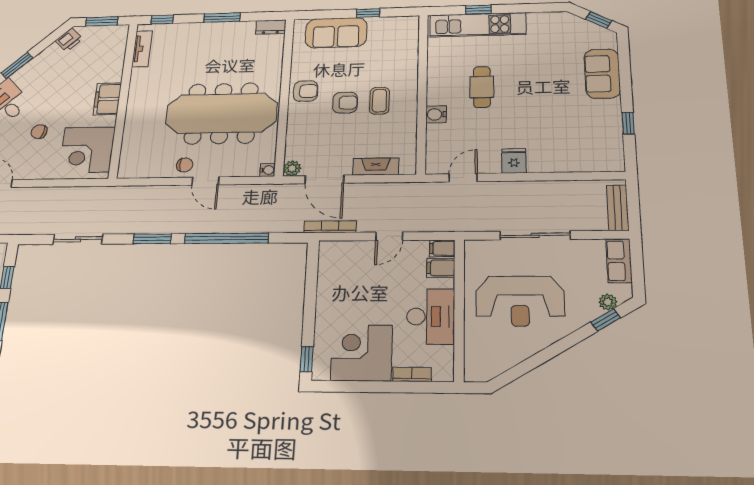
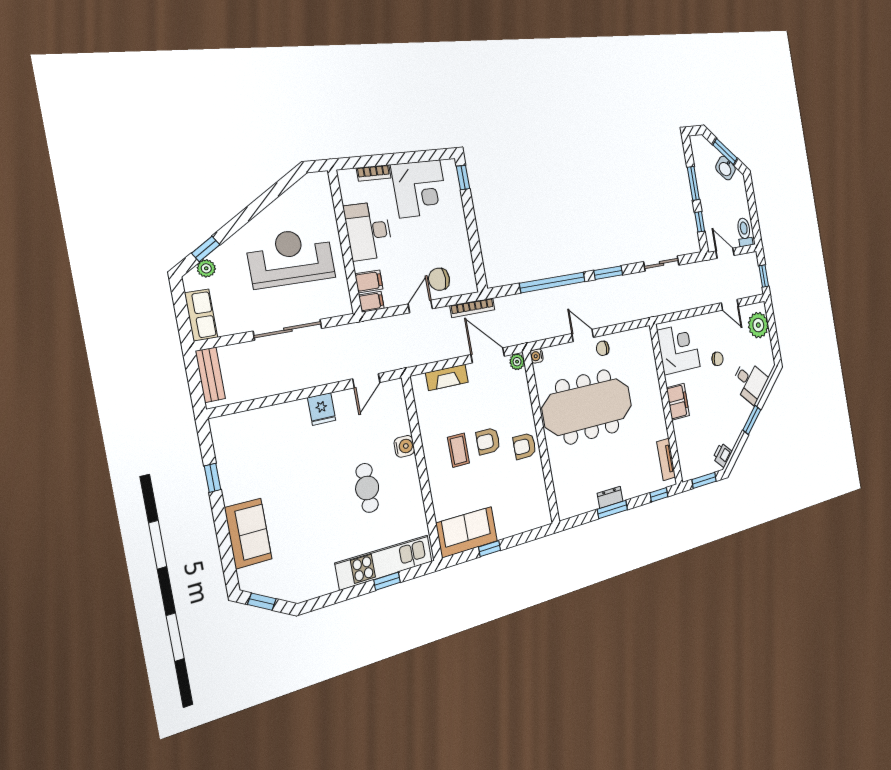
dresser: (271, 27) -> (610, 497), moved
sofa: (336, 33) -> (467, 532), moved
chair: (362, 259) -> (439, 279), added

